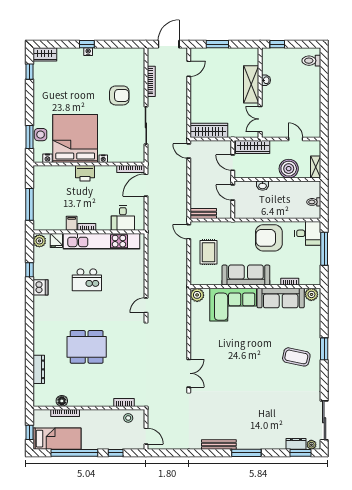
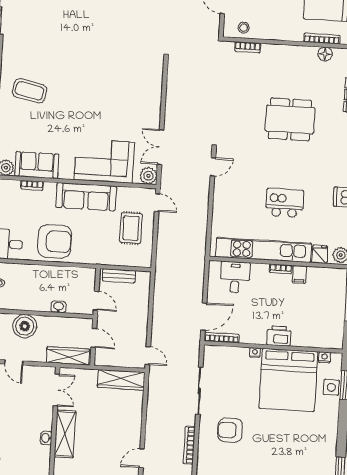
bench: (203, 214) -> (119, 276), moved
door: (189, 232) -> (157, 203), moved
sofa: (281, 298) -> (37, 165), width x0.73
double door: (189, 373) -> (161, 147), moved

